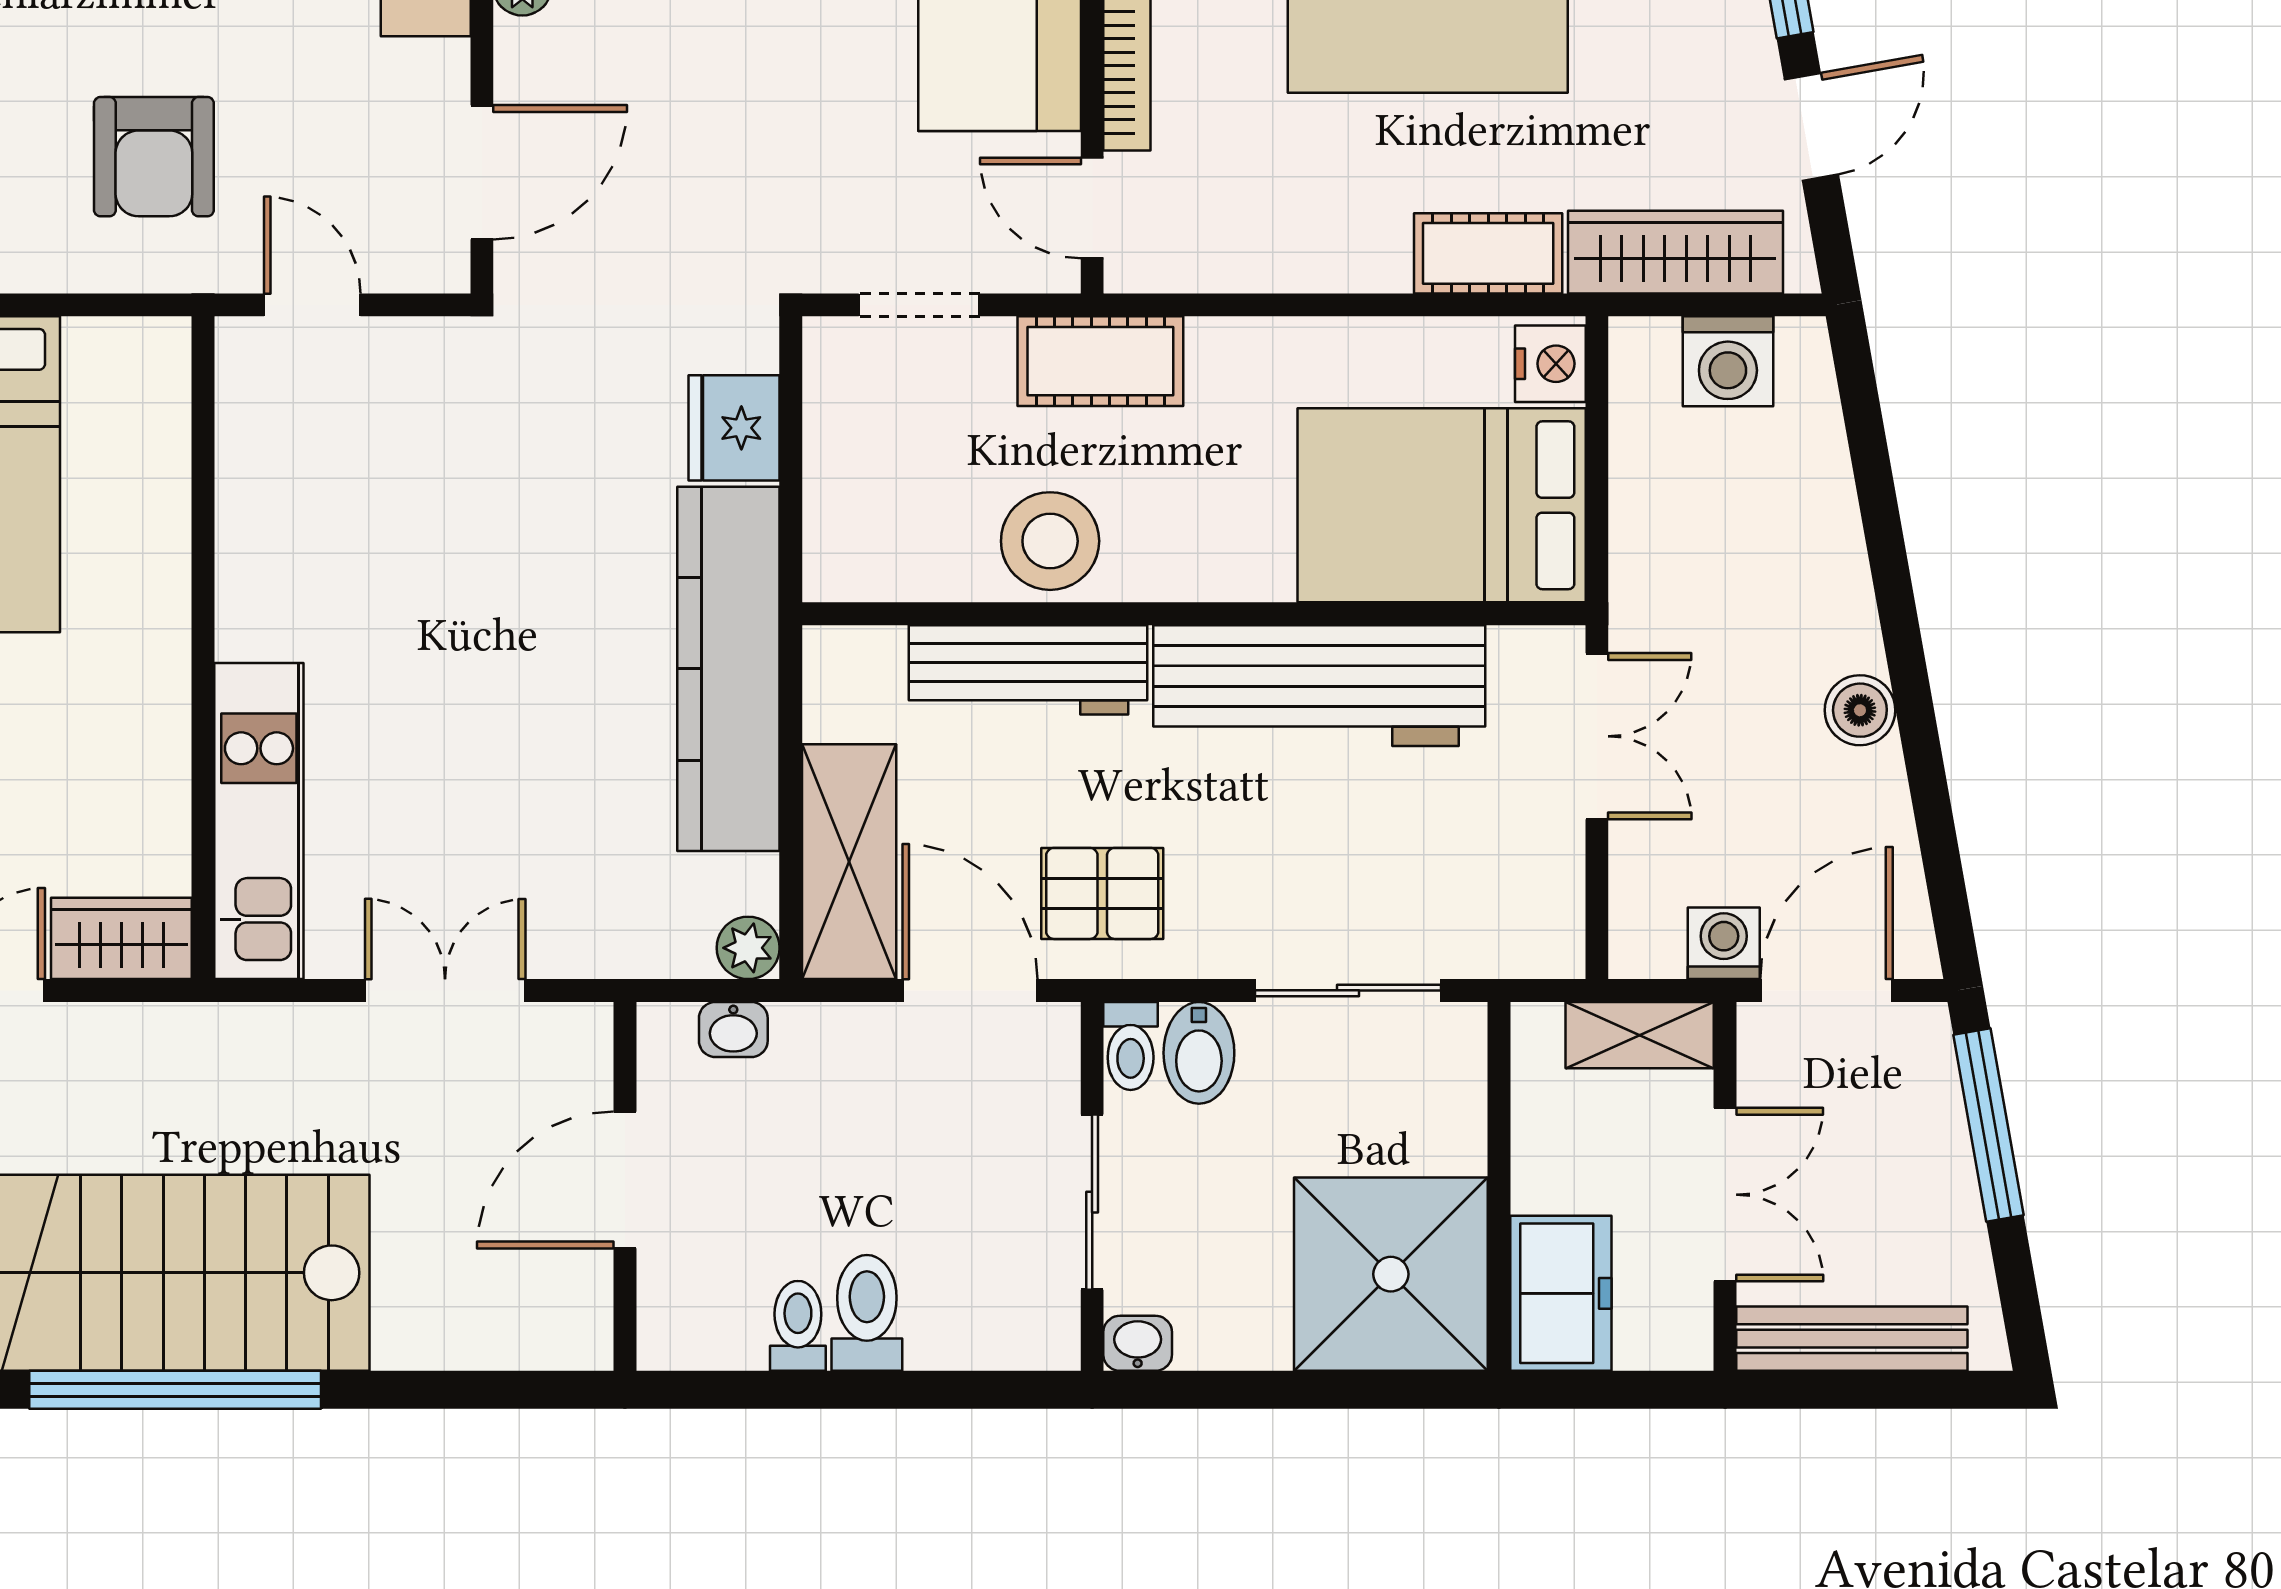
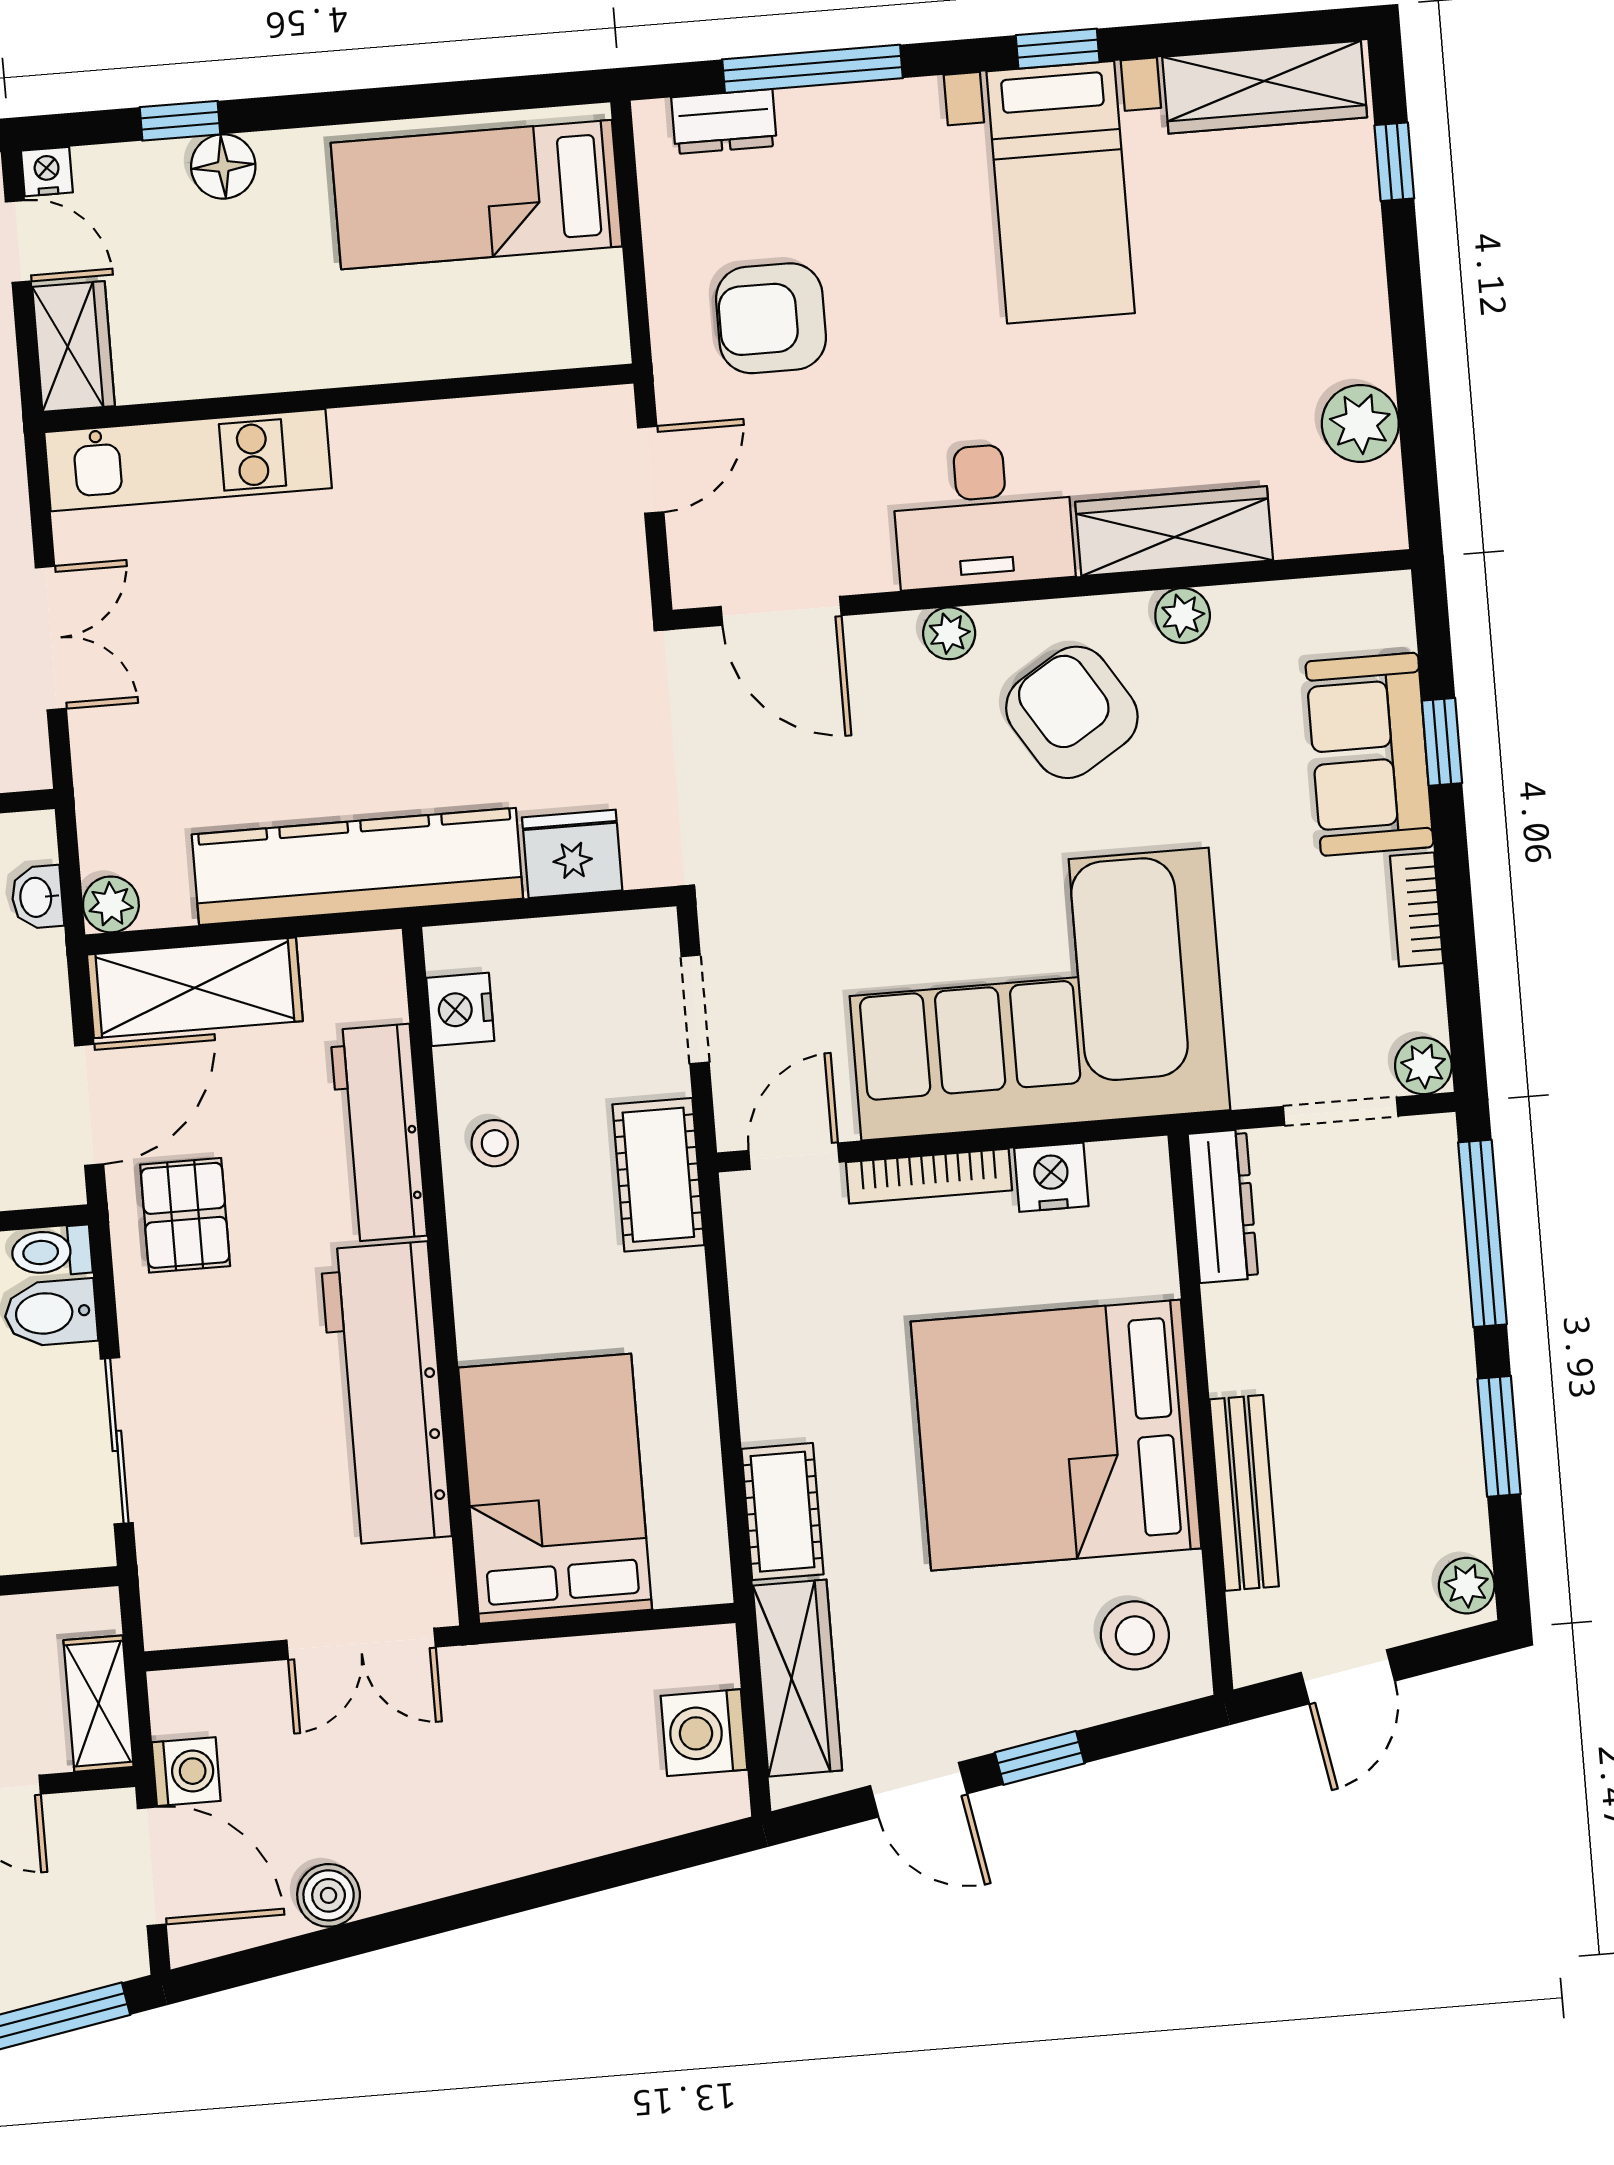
nightstand: (1550, 364) -> (460, 1009), moved, turned 90
stool: (1050, 541) -> (495, 1143), width x0.53, depth x0.53
boiler: (1860, 710) -> (329, 1895), moved

